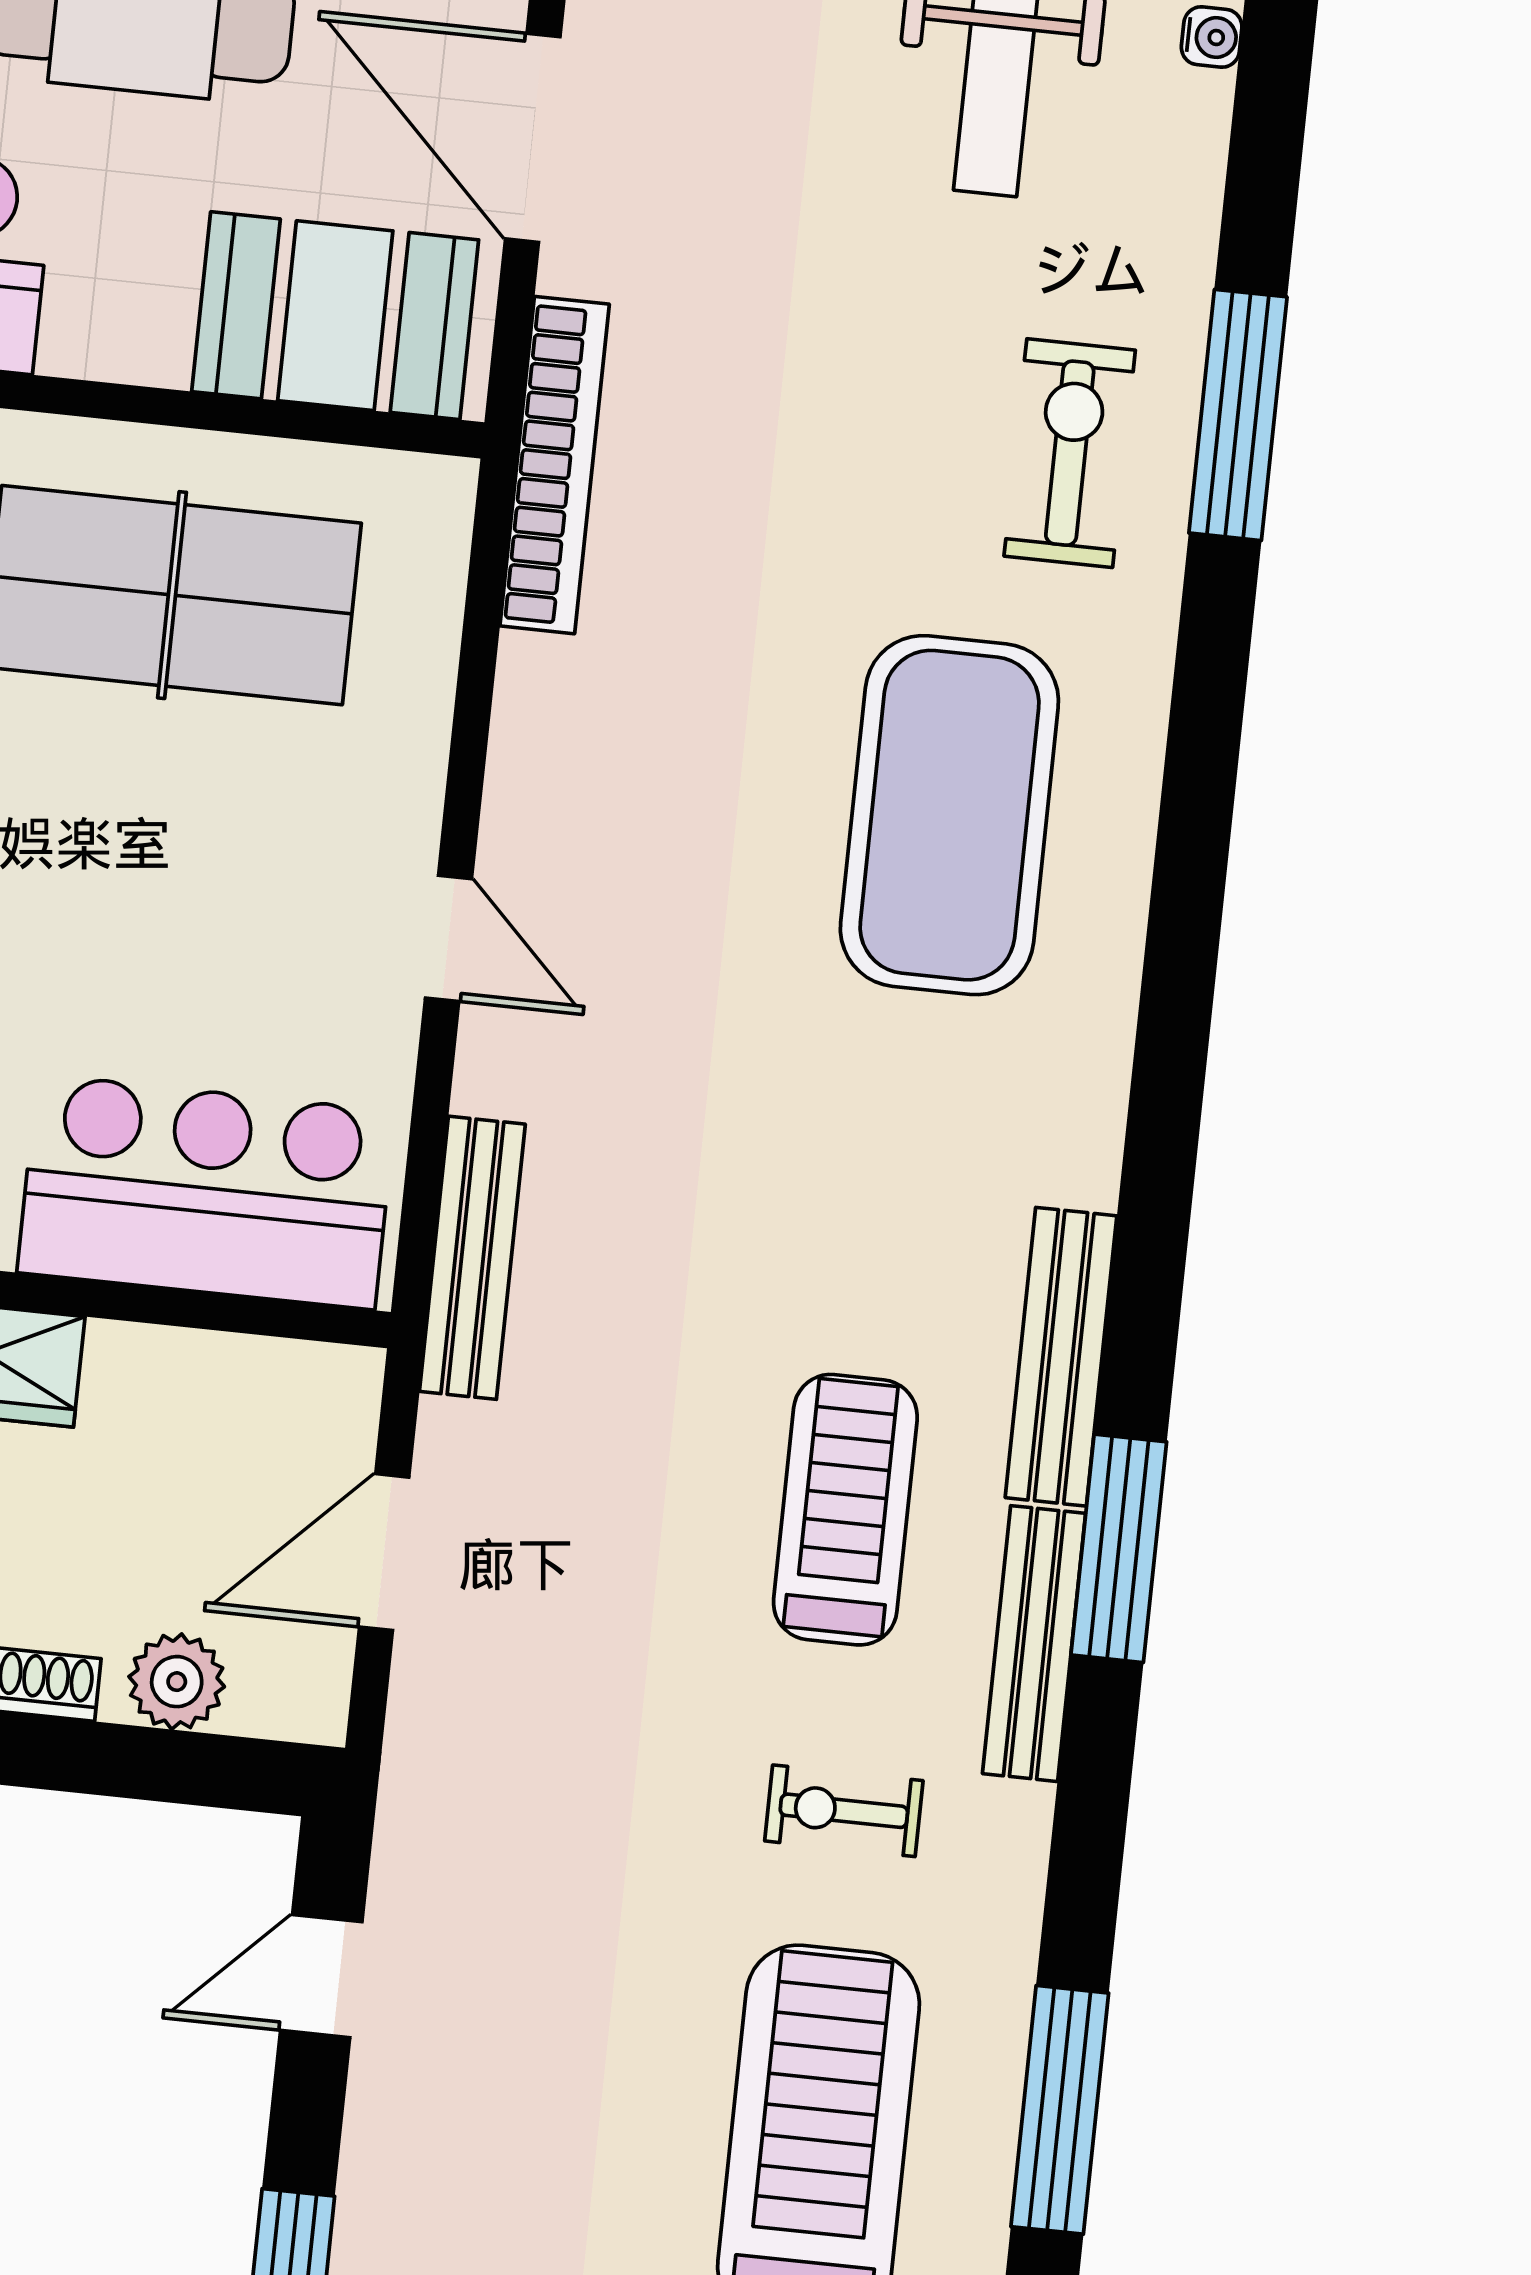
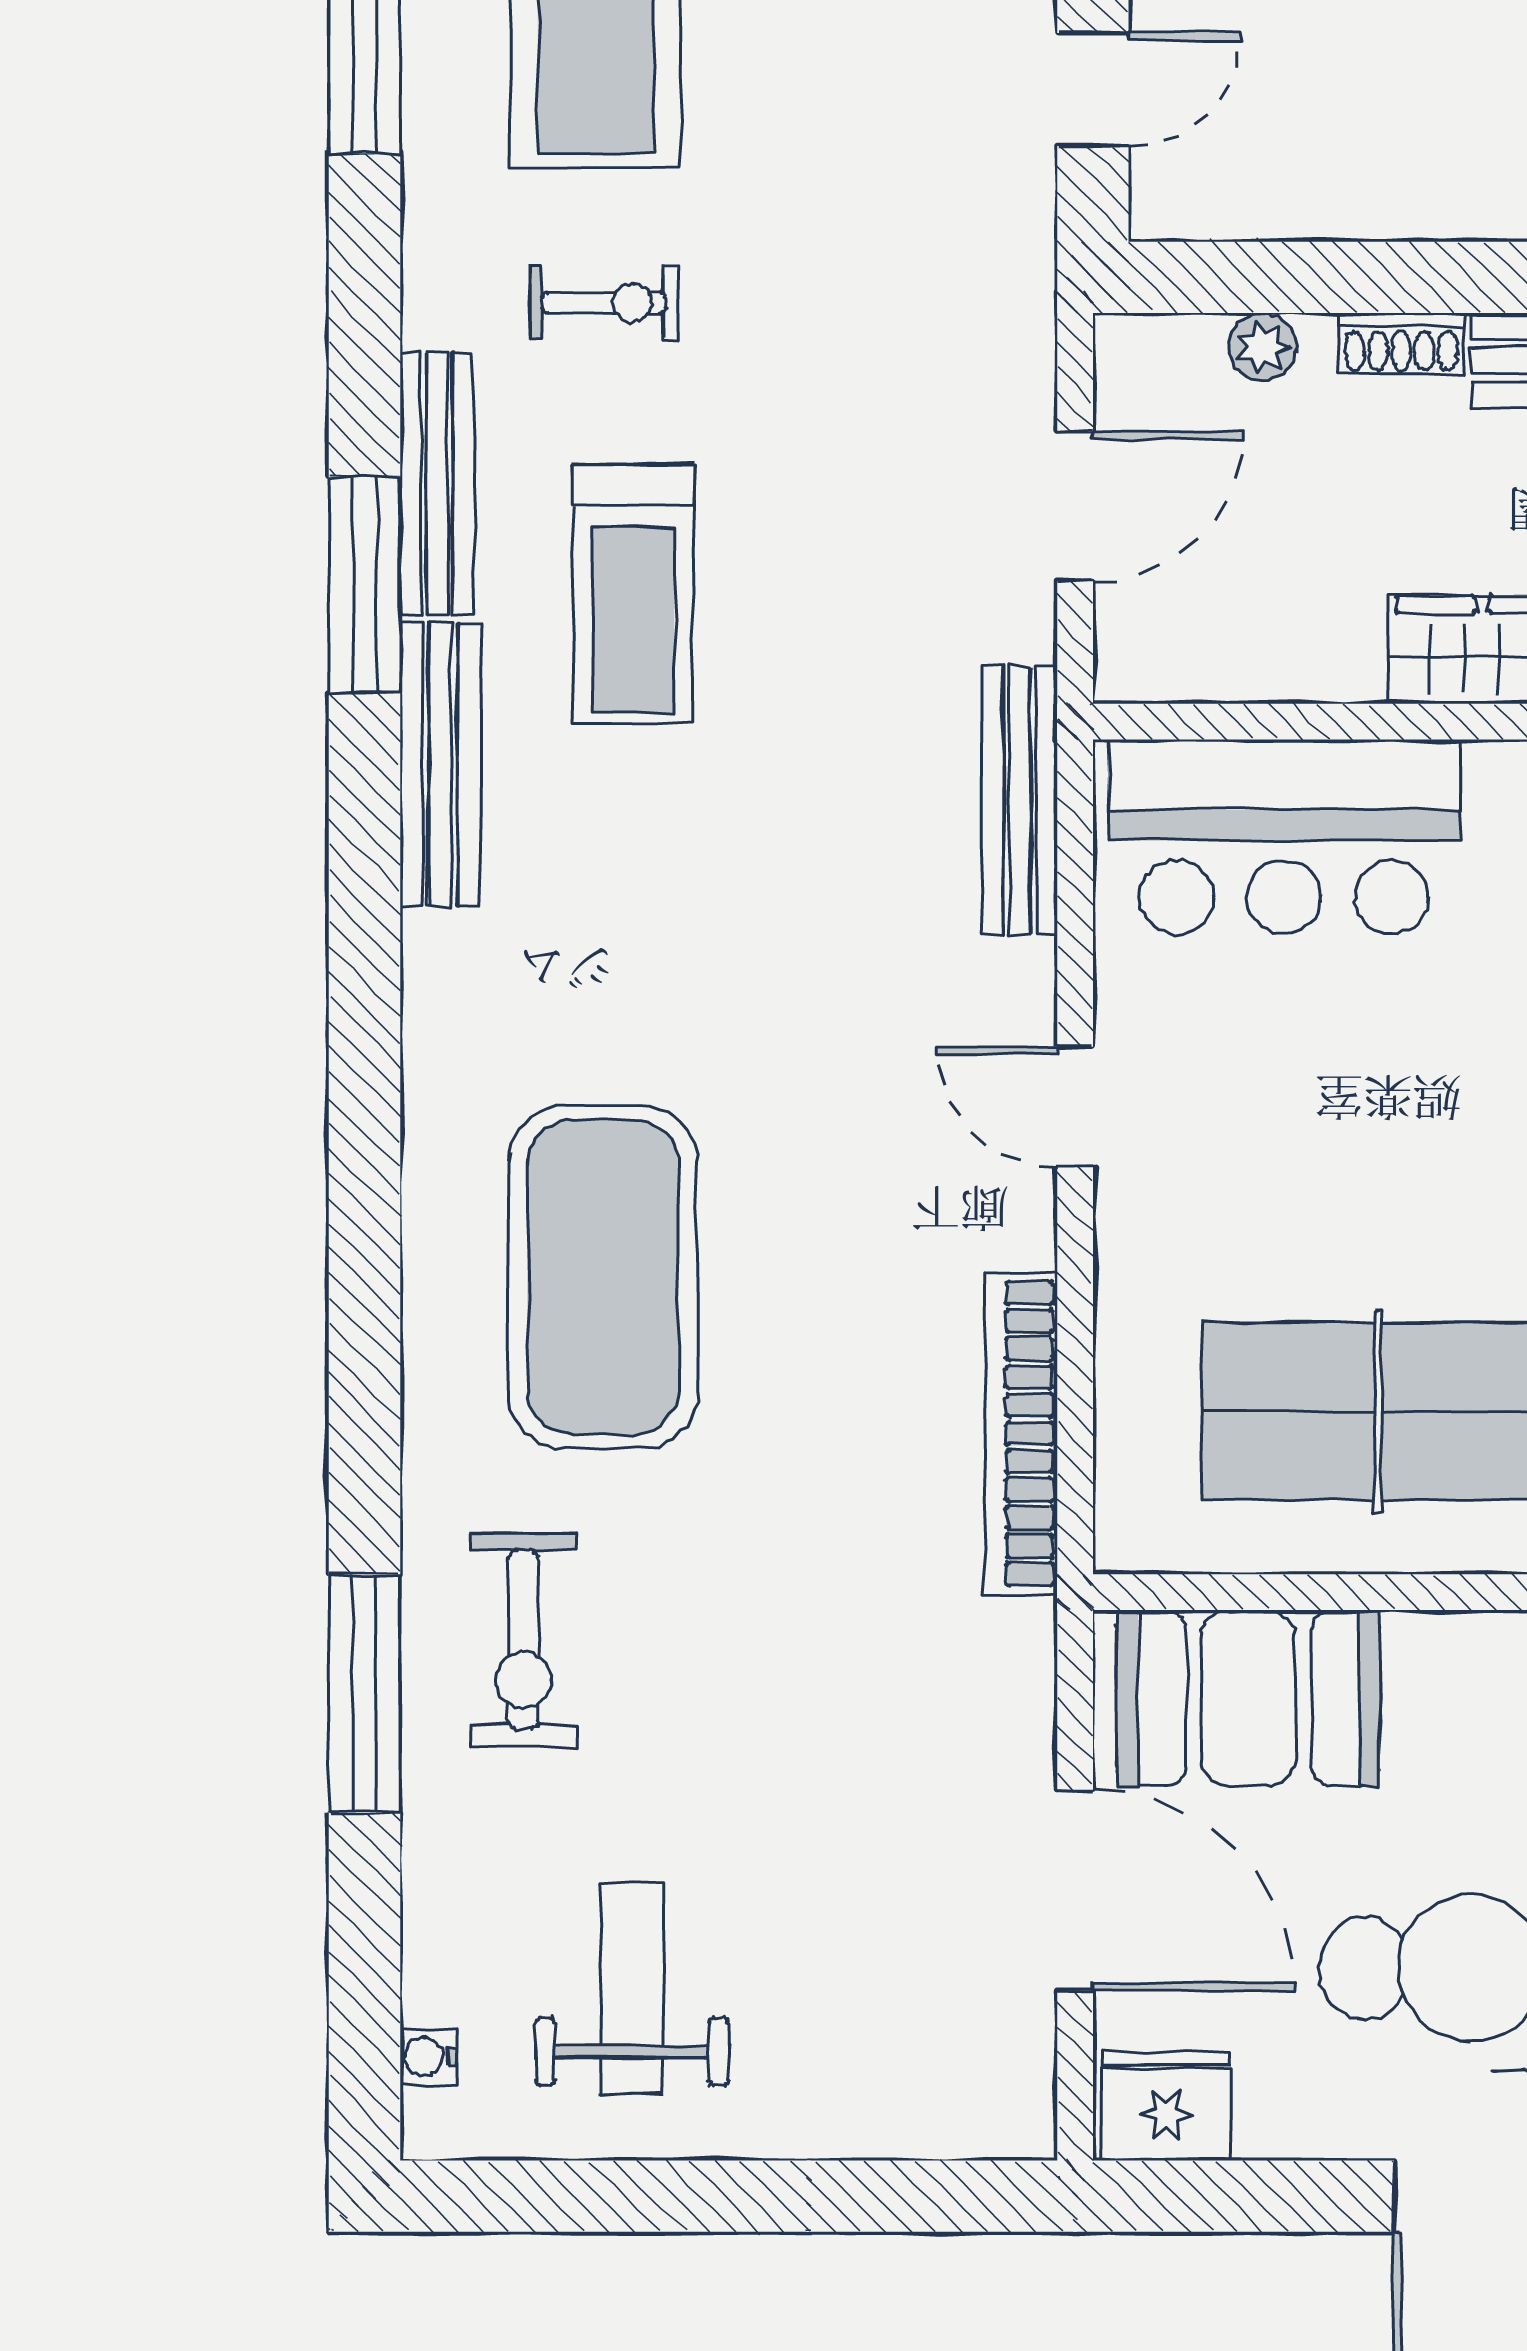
bookcase: (555, 465) -> (1021, 1434), moved
plant: (177, 1682) -> (1263, 347), width x0.73, depth x0.73

